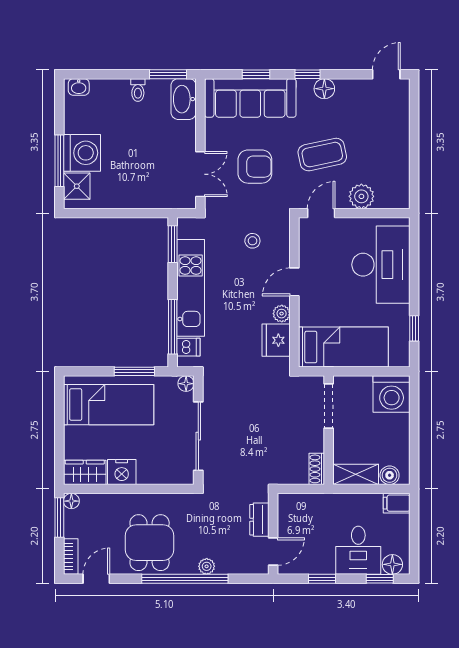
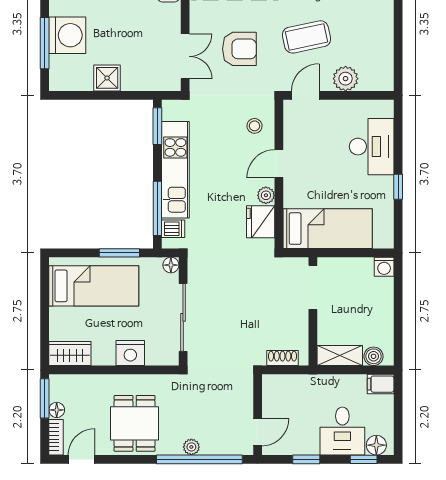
shower: (77, 186) -> (107, 78), moved
stool: (252, 241) -> (254, 126), moved
desk: (381, 265) -> (372, 147), width x0.73, depth x0.77
window: (414, 328) -> (398, 187), moved
washing machine: (392, 394) -> (384, 267), width x0.53, depth x0.53
shoe rack: (317, 469) -> (283, 358), moved, turned 90
nightstand: (122, 472) -> (130, 353), moved
floor lamp: (71, 501) -> (57, 410), moved
dresser: (259, 520) -> (244, 401), removed
window: (185, 579) -> (199, 459), moved

